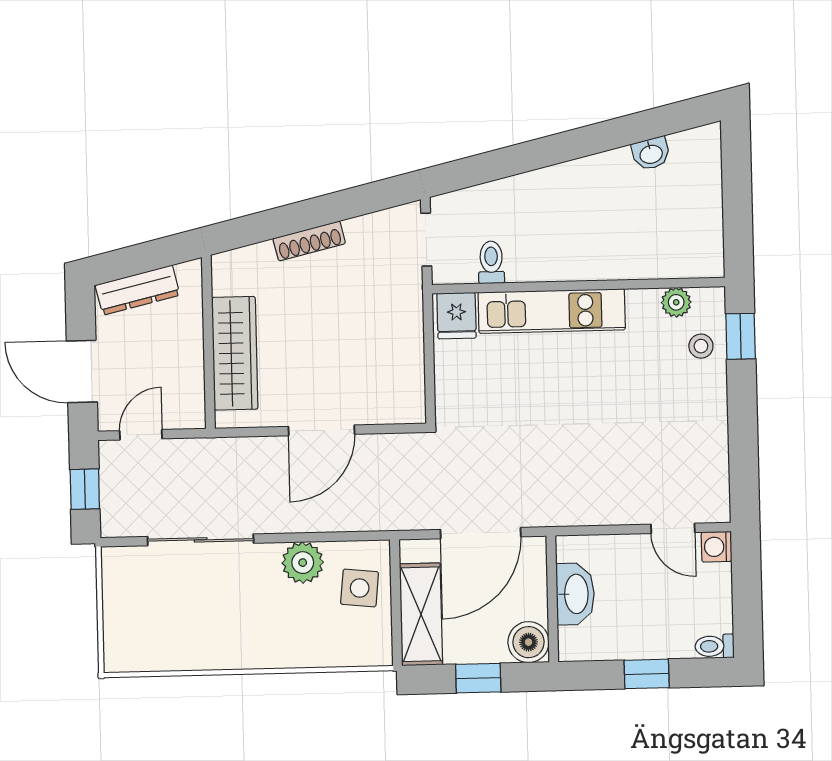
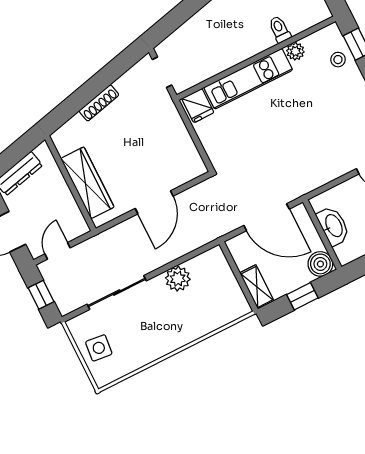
toilet: (491, 262) -> (280, 29), moved
plant: (676, 302) -> (295, 51), moved
door: (481, 533) -> (267, 217), hinge flipped
side table: (360, 588) -> (99, 348), moved
shelving: (421, 614) -> (257, 287), width x0.67, depth x0.75

